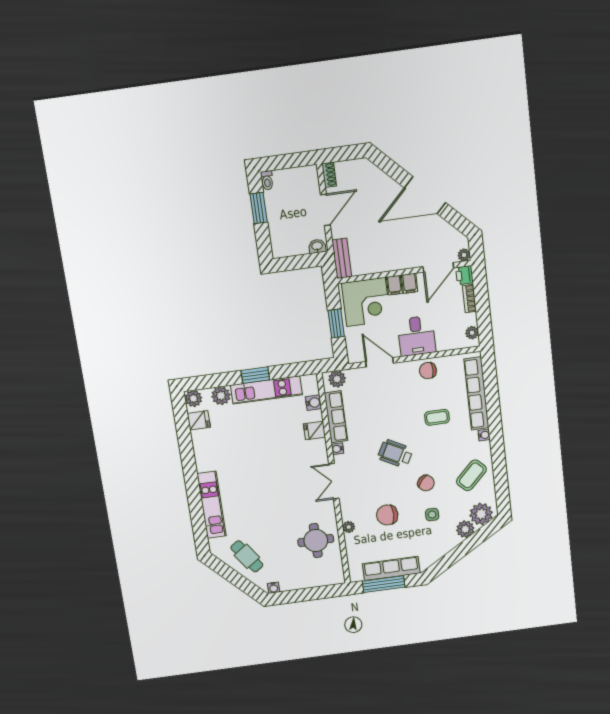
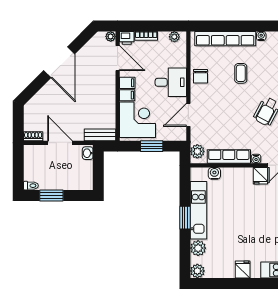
fridge: (199, 420) -> (243, 269), moved
fridge: (314, 431) -> (260, 176), moved

